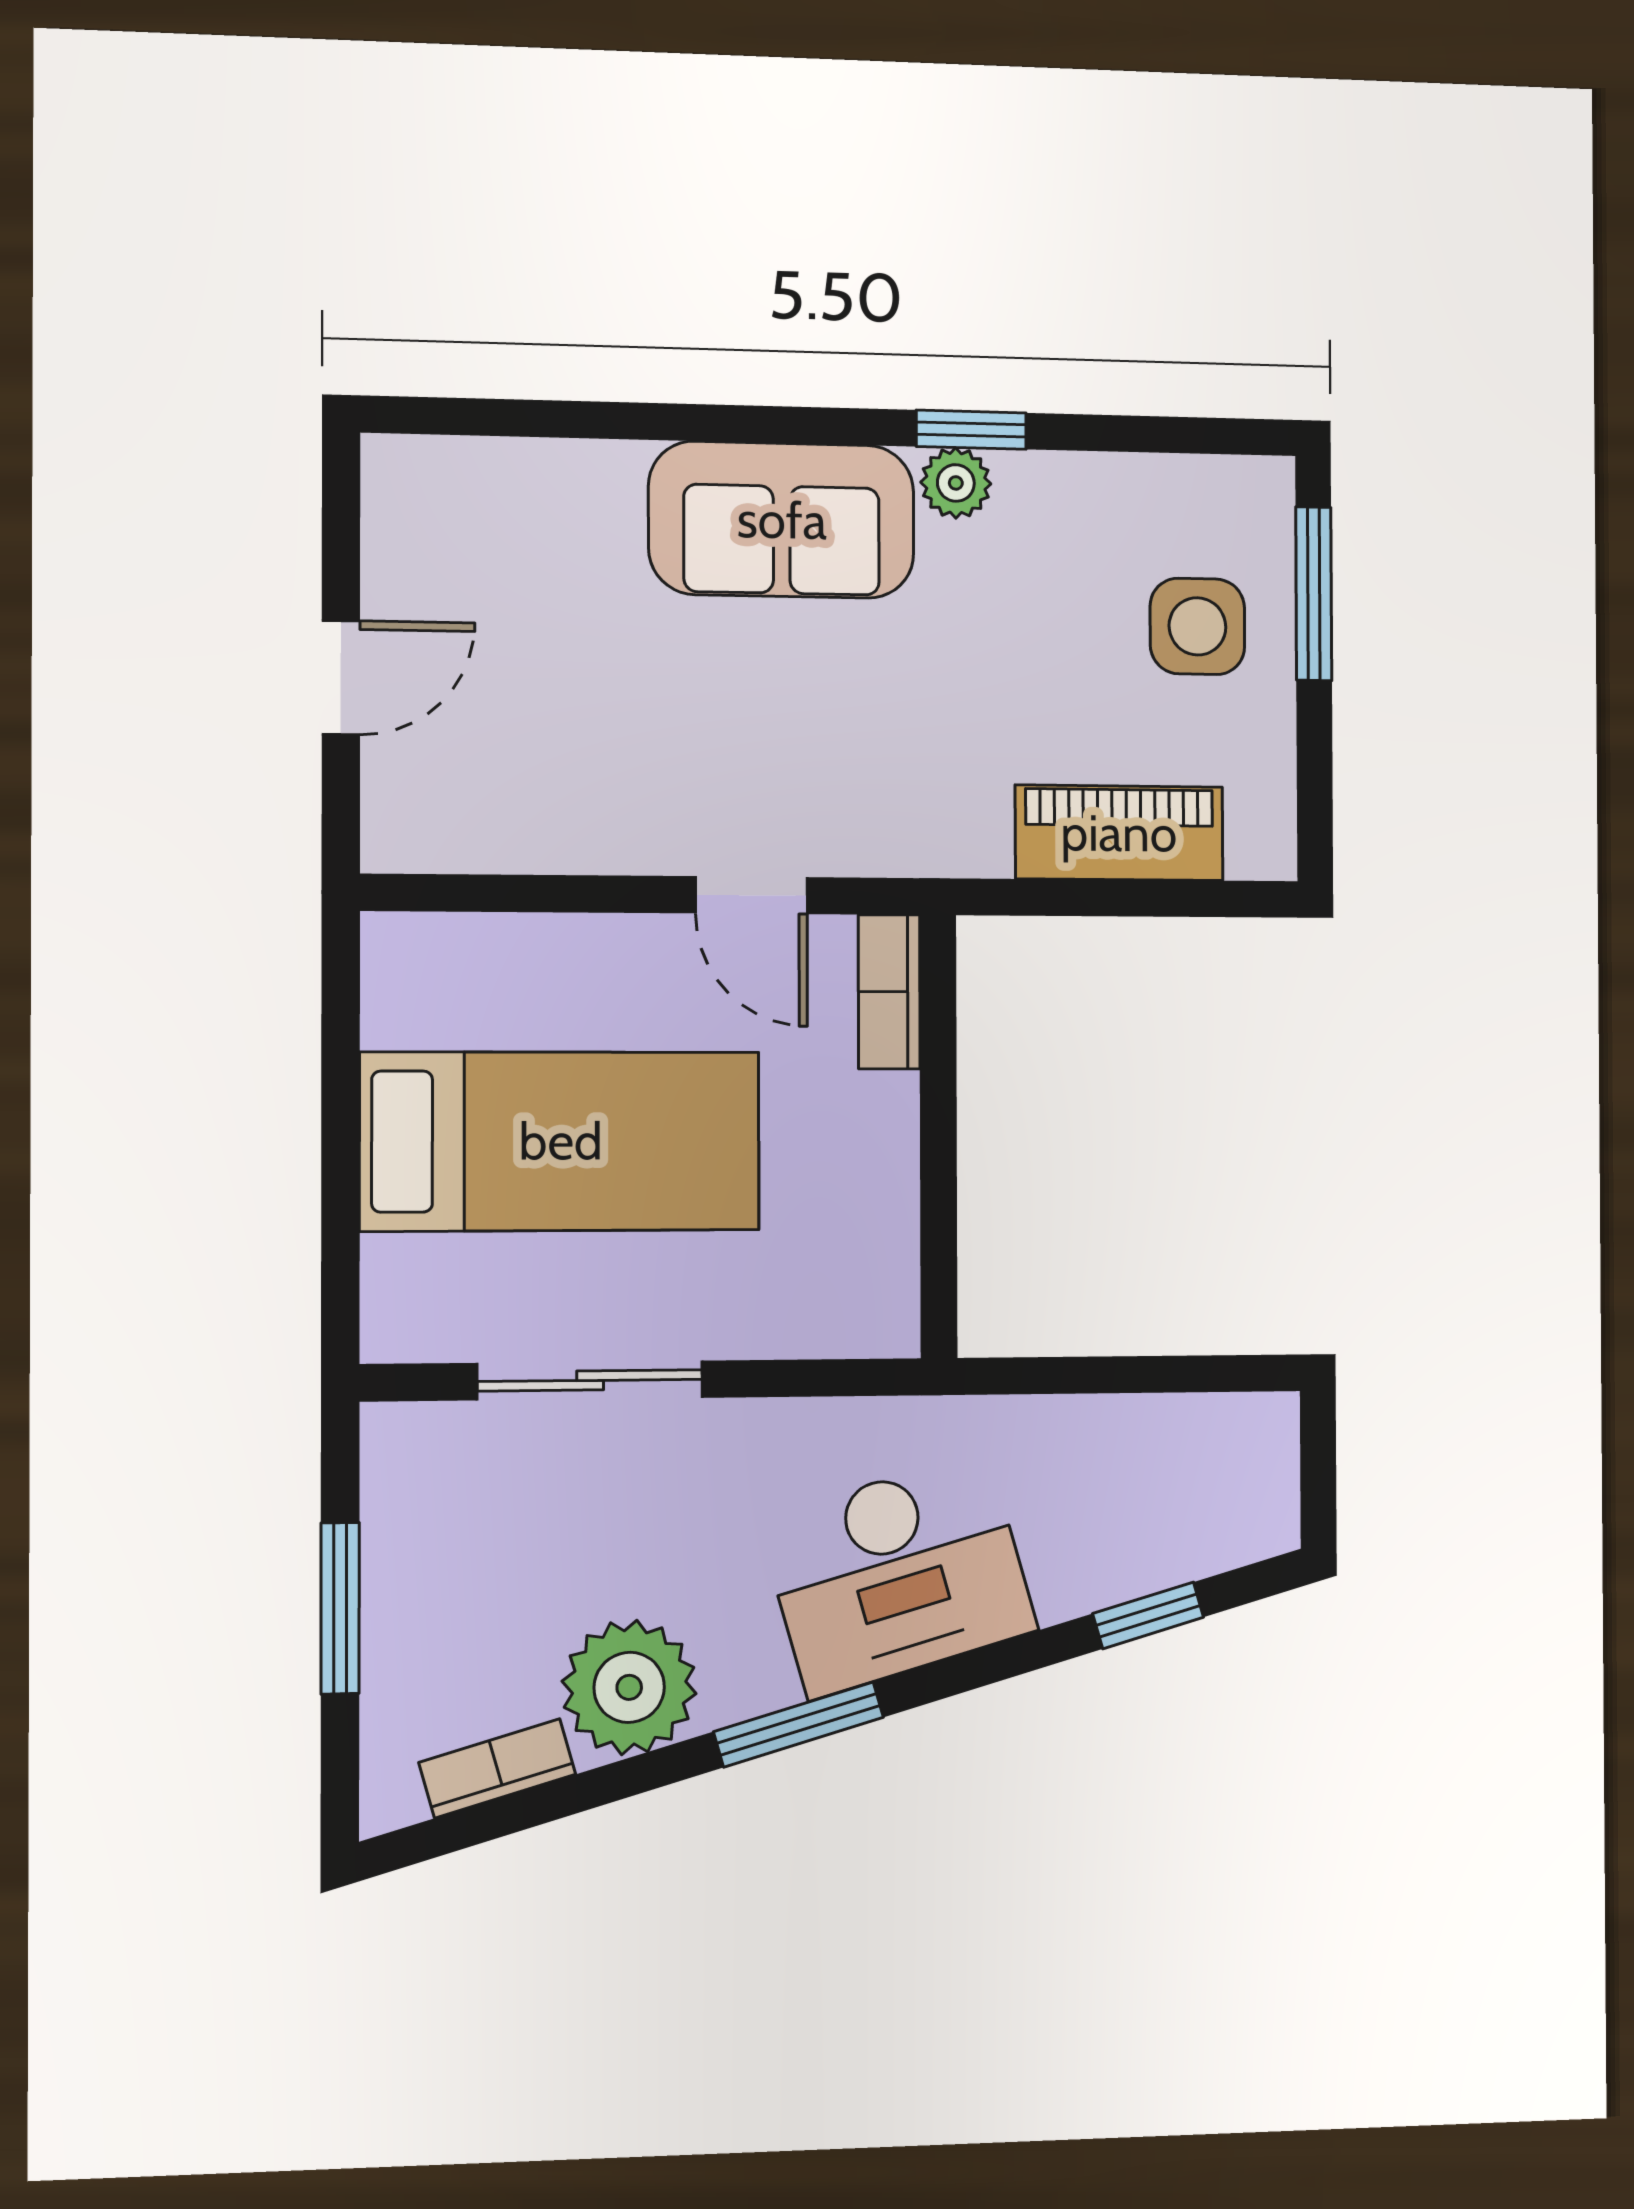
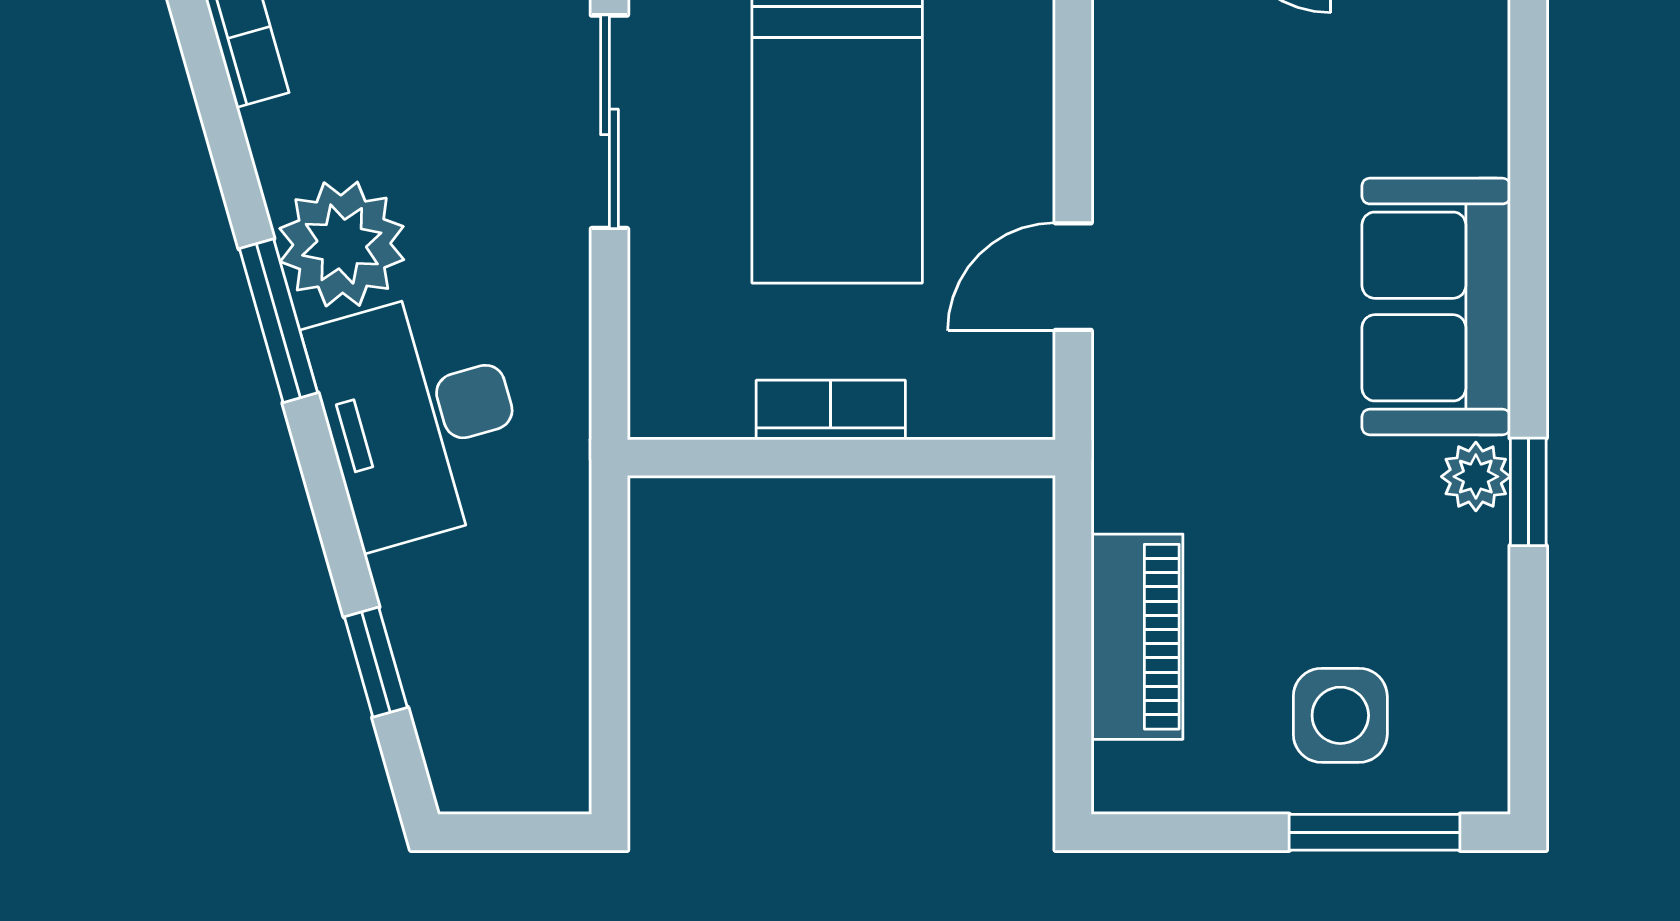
bookcase: (889, 992) -> (831, 410), moved
plant: (629, 1687) -> (342, 244), moved

